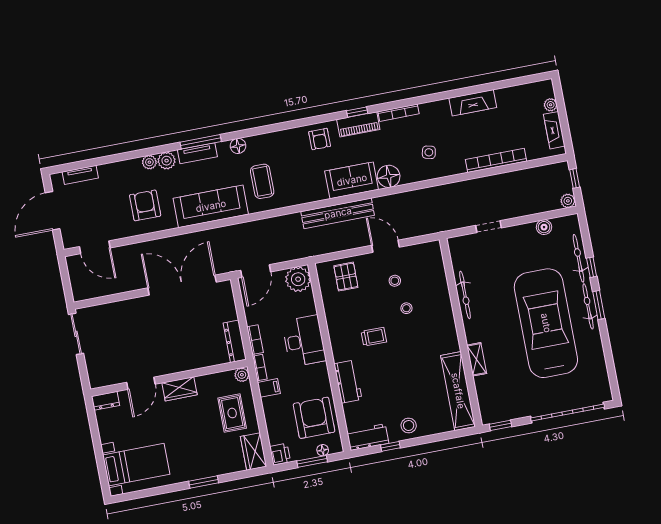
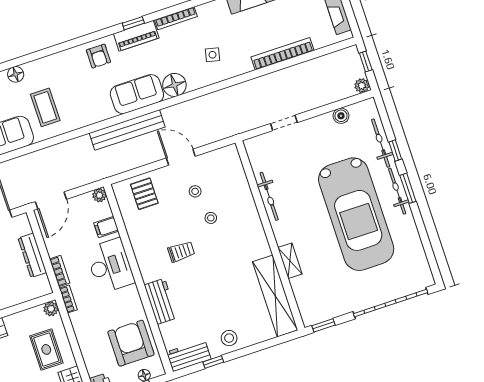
plant: (298, 279) -> (99, 195), width x0.53, depth x0.53
car: (546, 323) -> (356, 214), turned 180
dresser: (235, 341) -> (32, 255), moved
filing cabinet: (269, 388) -> (106, 227), moved, turned 180

